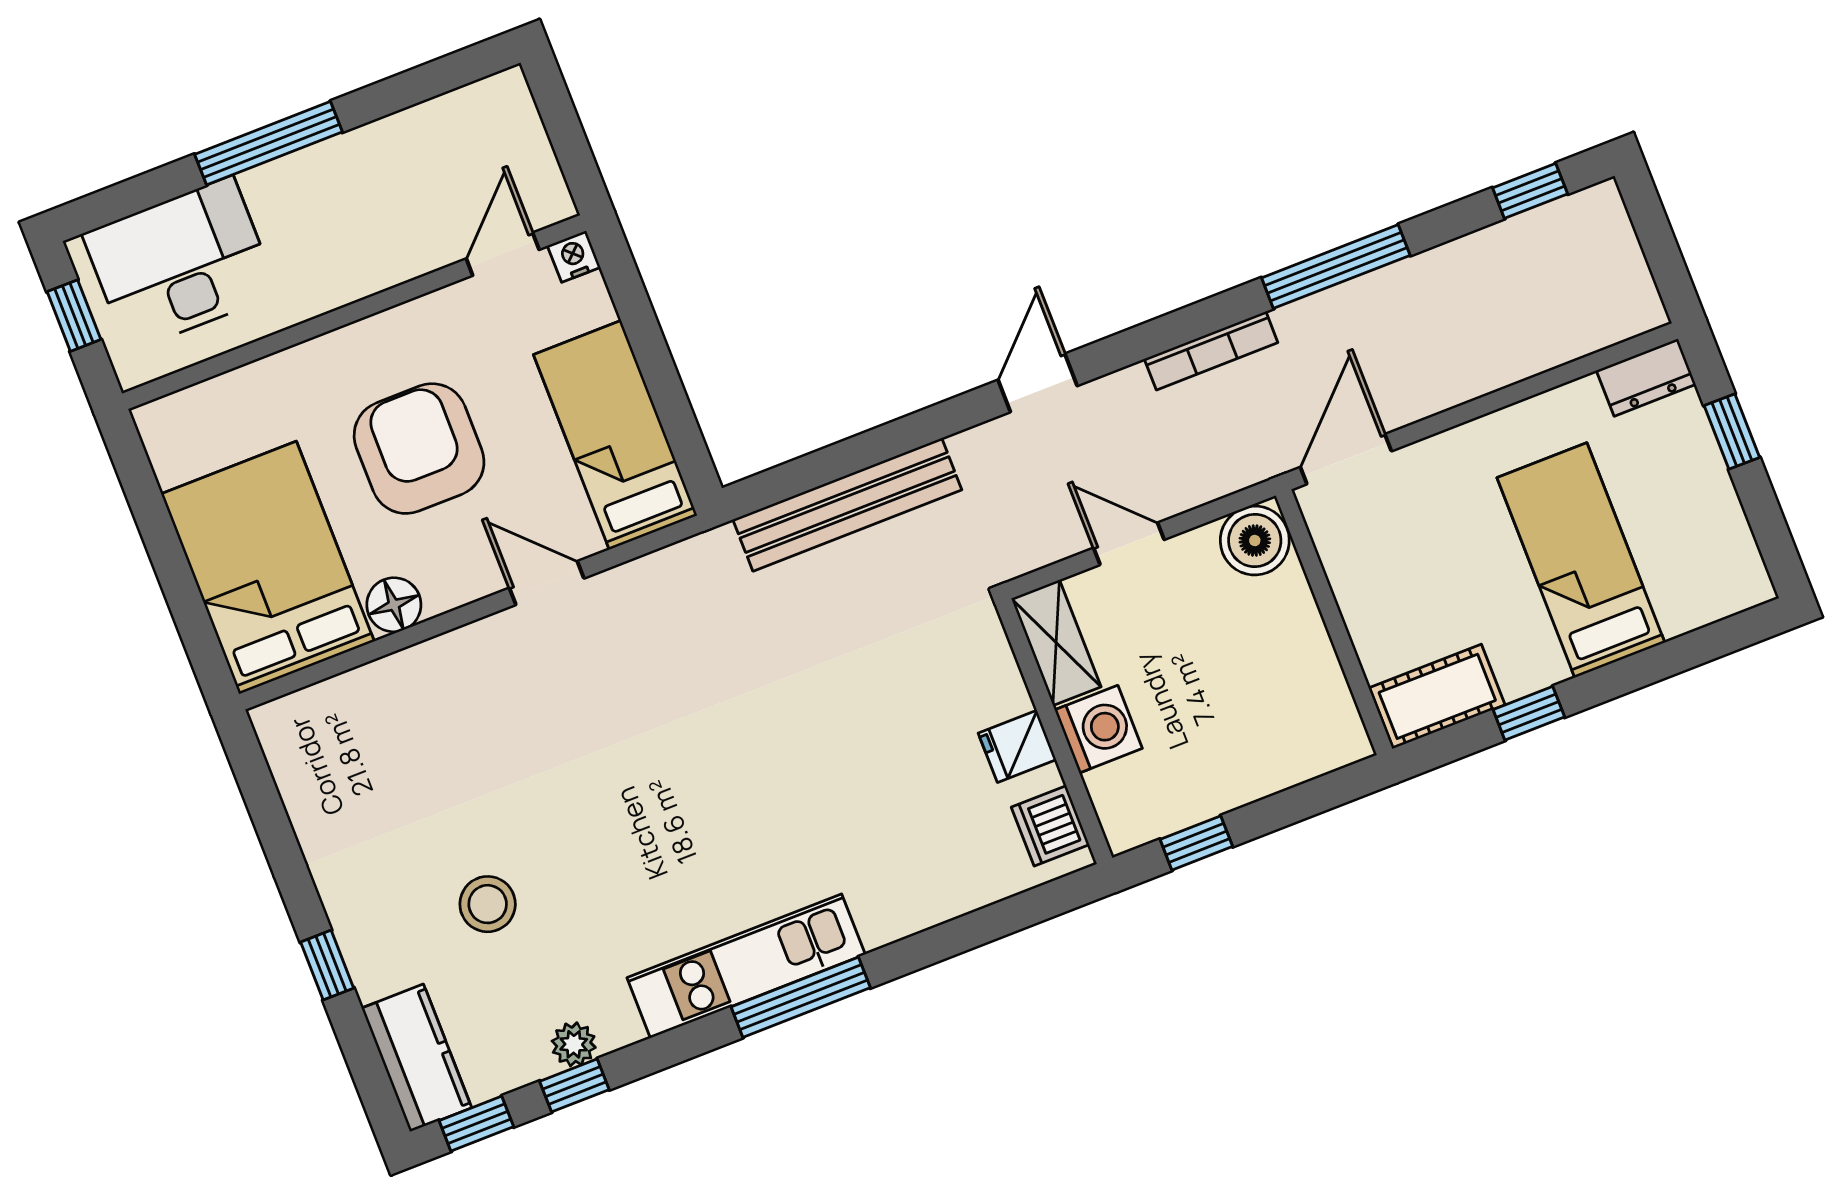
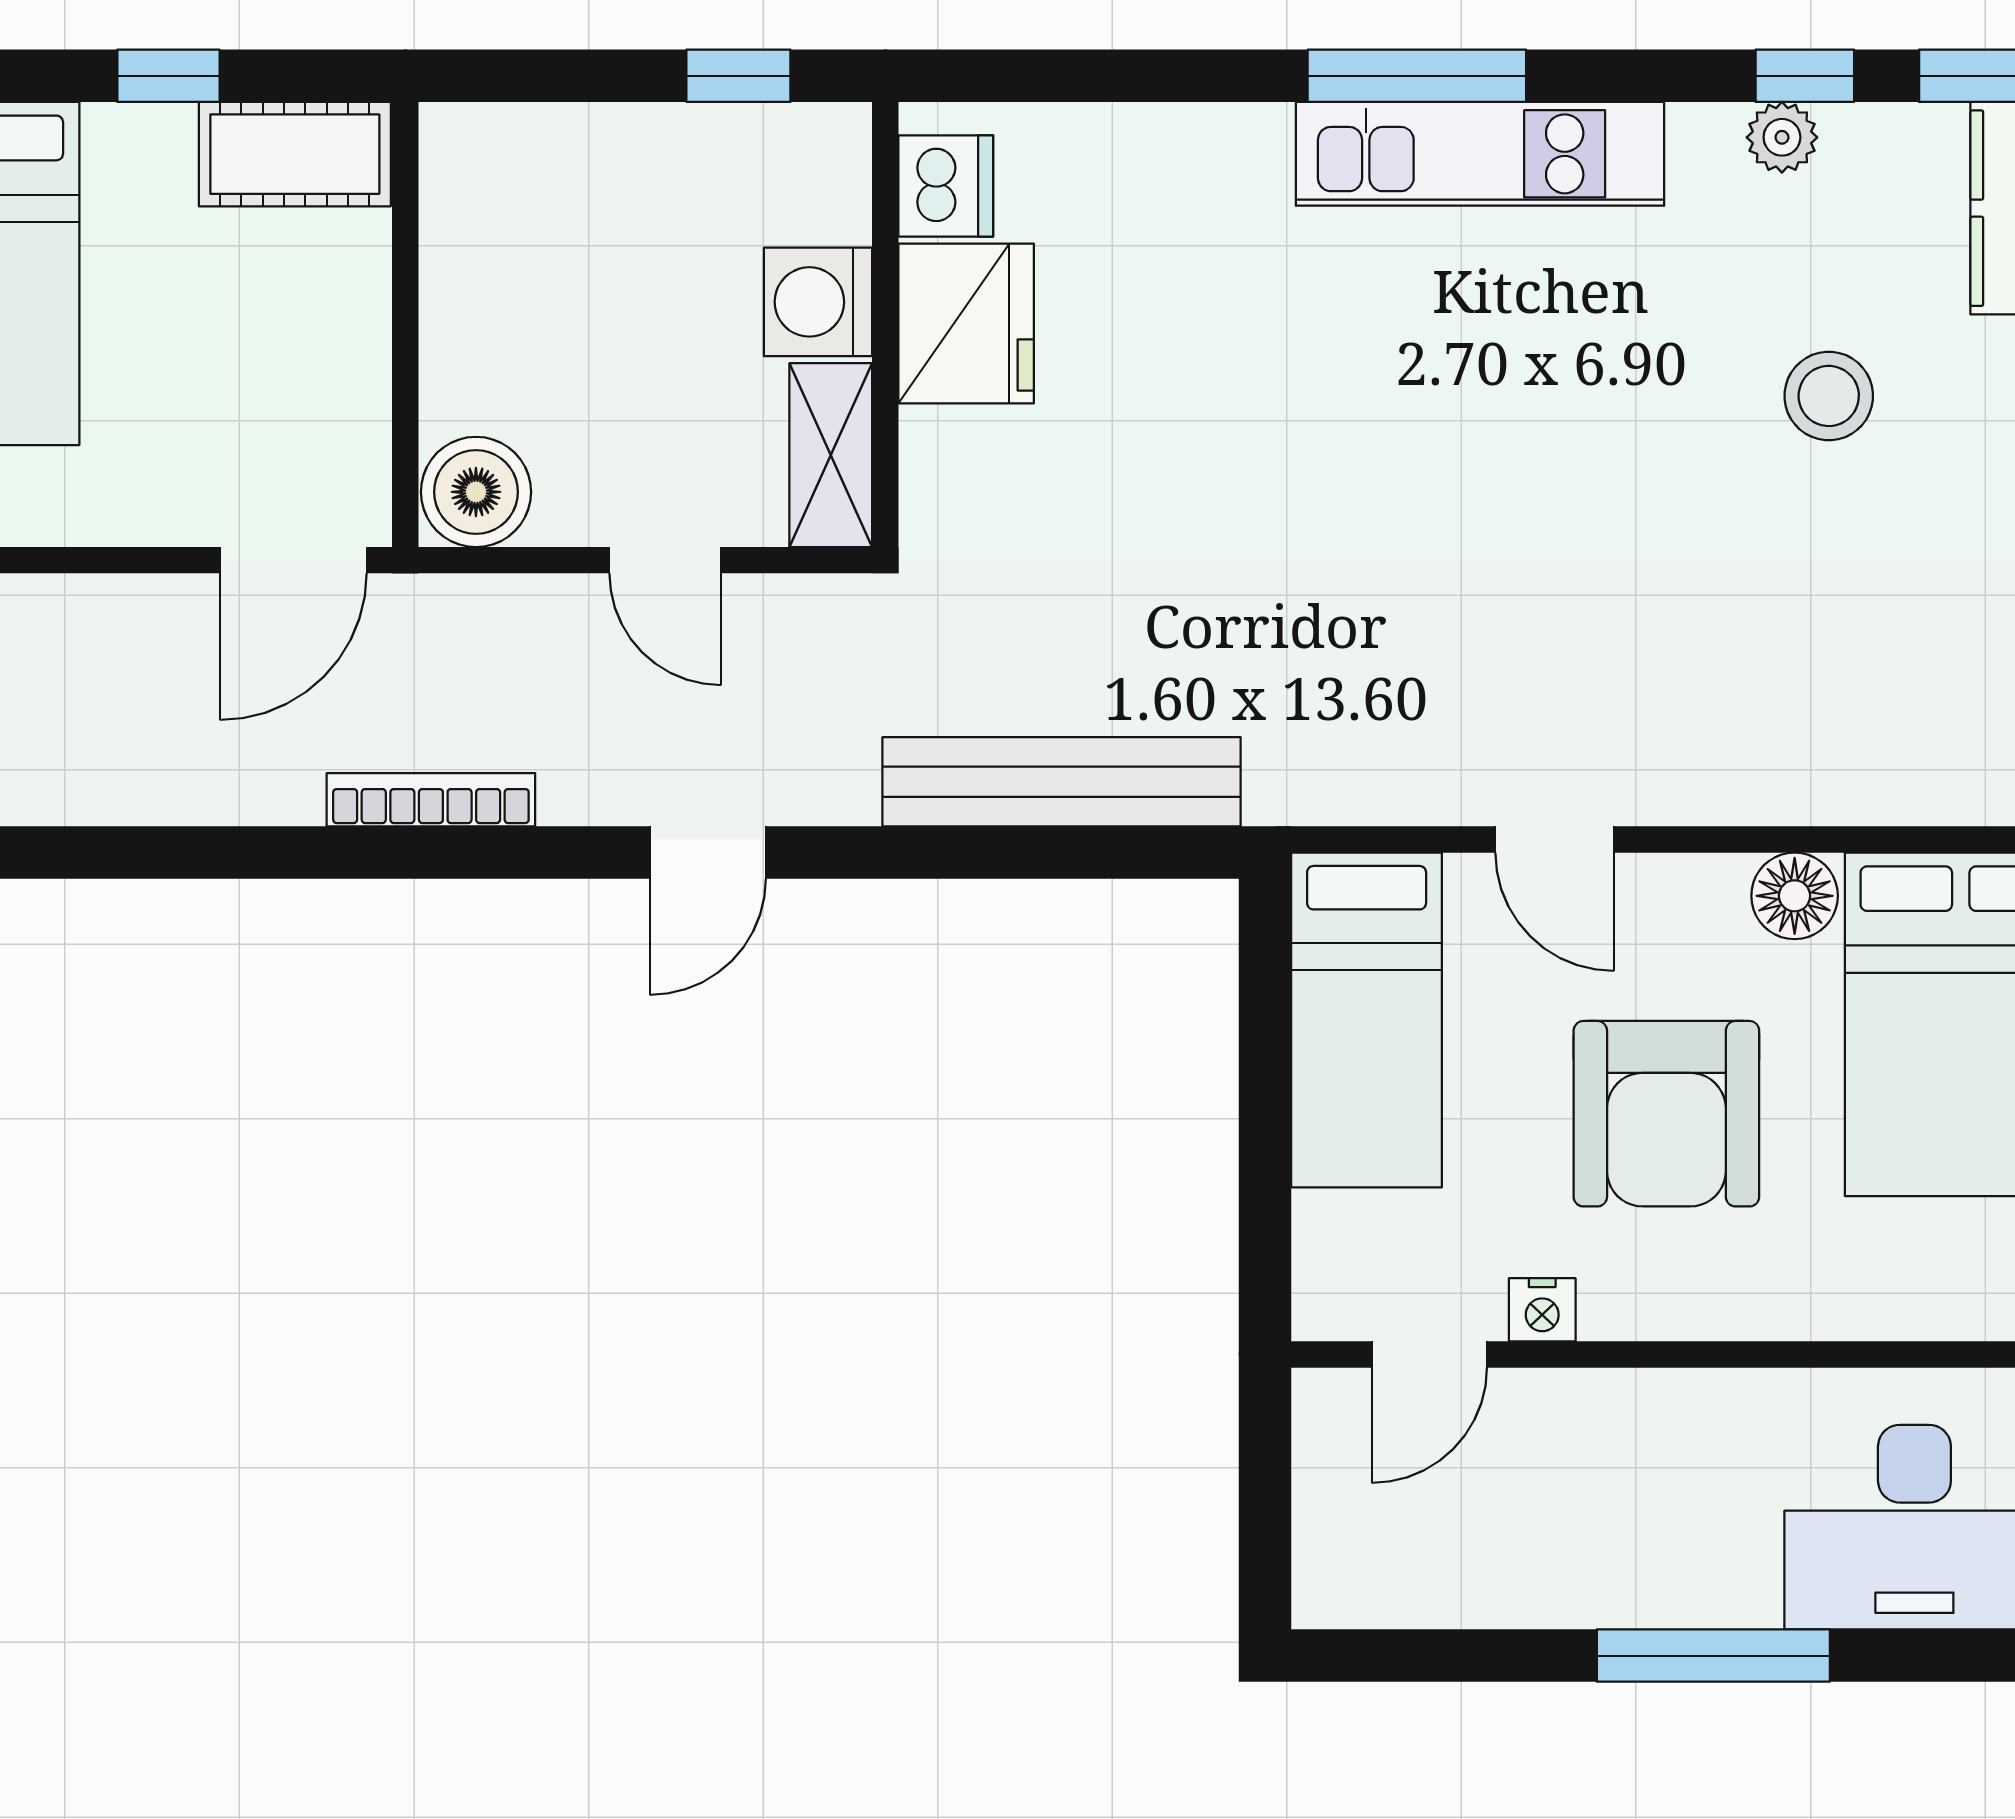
nightstand: (574, 256) -> (1542, 1310), moved
window: (1336, 267) -> (196, 853), removed
fridge: (1017, 746) -> (966, 323), width x1.88, depth x1.34

